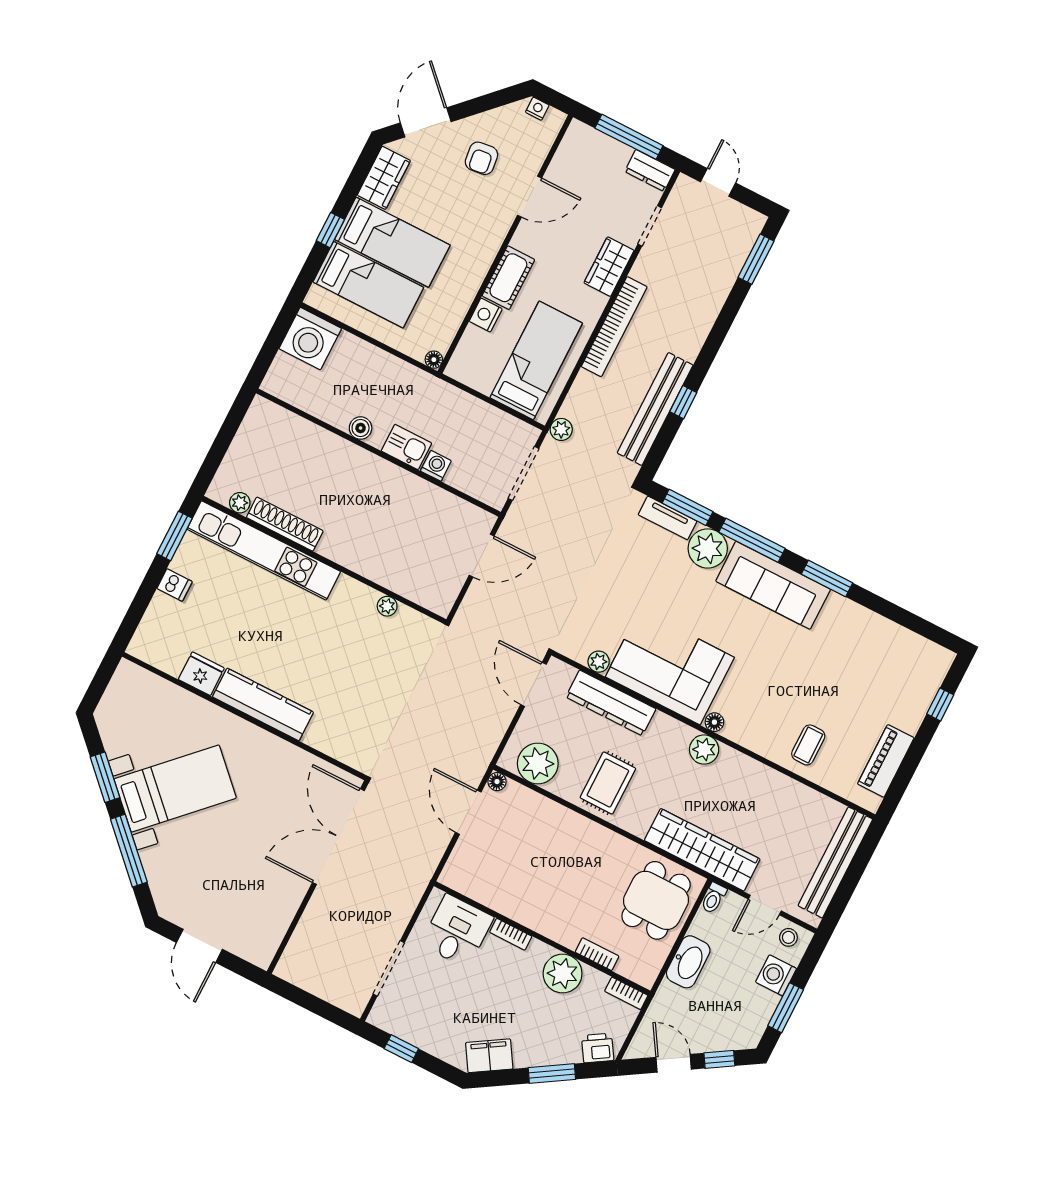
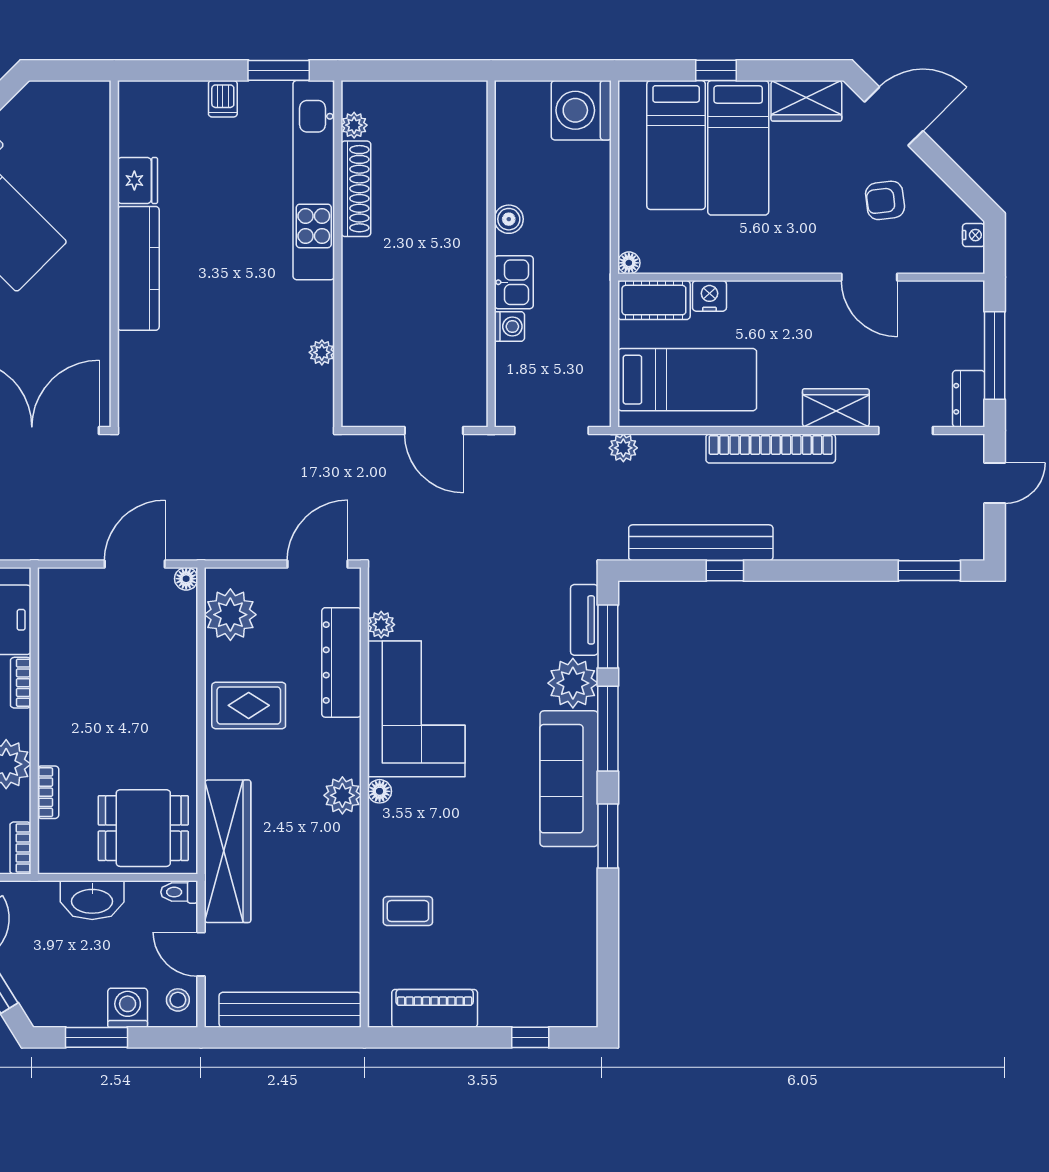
cot: (508, 278) -> (654, 300), moved

